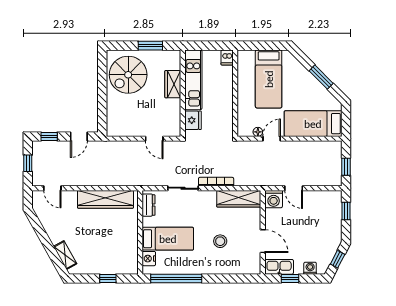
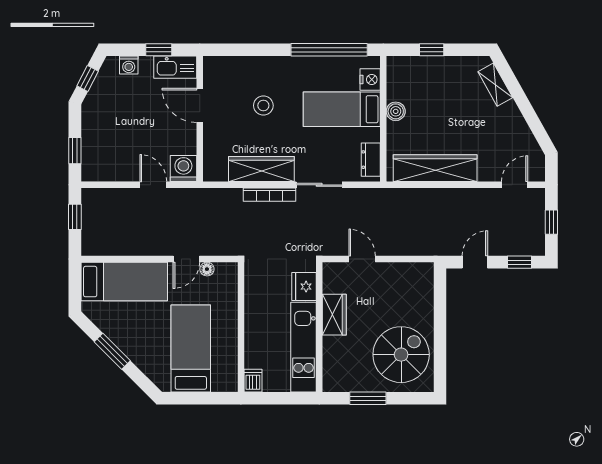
wardrobe: (173, 84) -> (334, 315), moved
door: (52, 188) -> (515, 185), hinge flipped
wardrobe: (239, 199) -> (261, 169), moved
boiler: (132, 237) -> (396, 111), added

